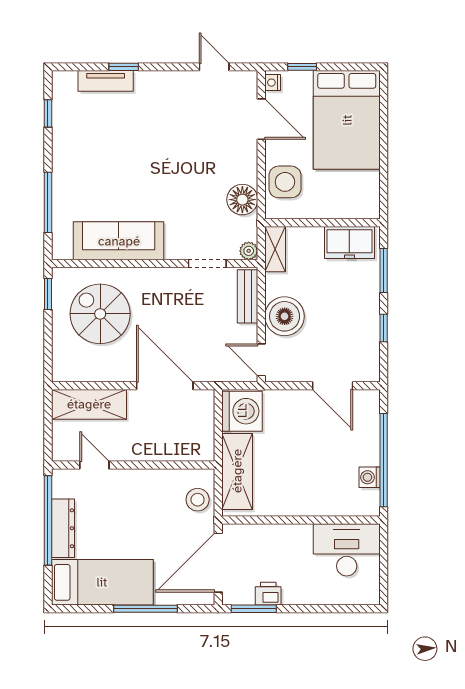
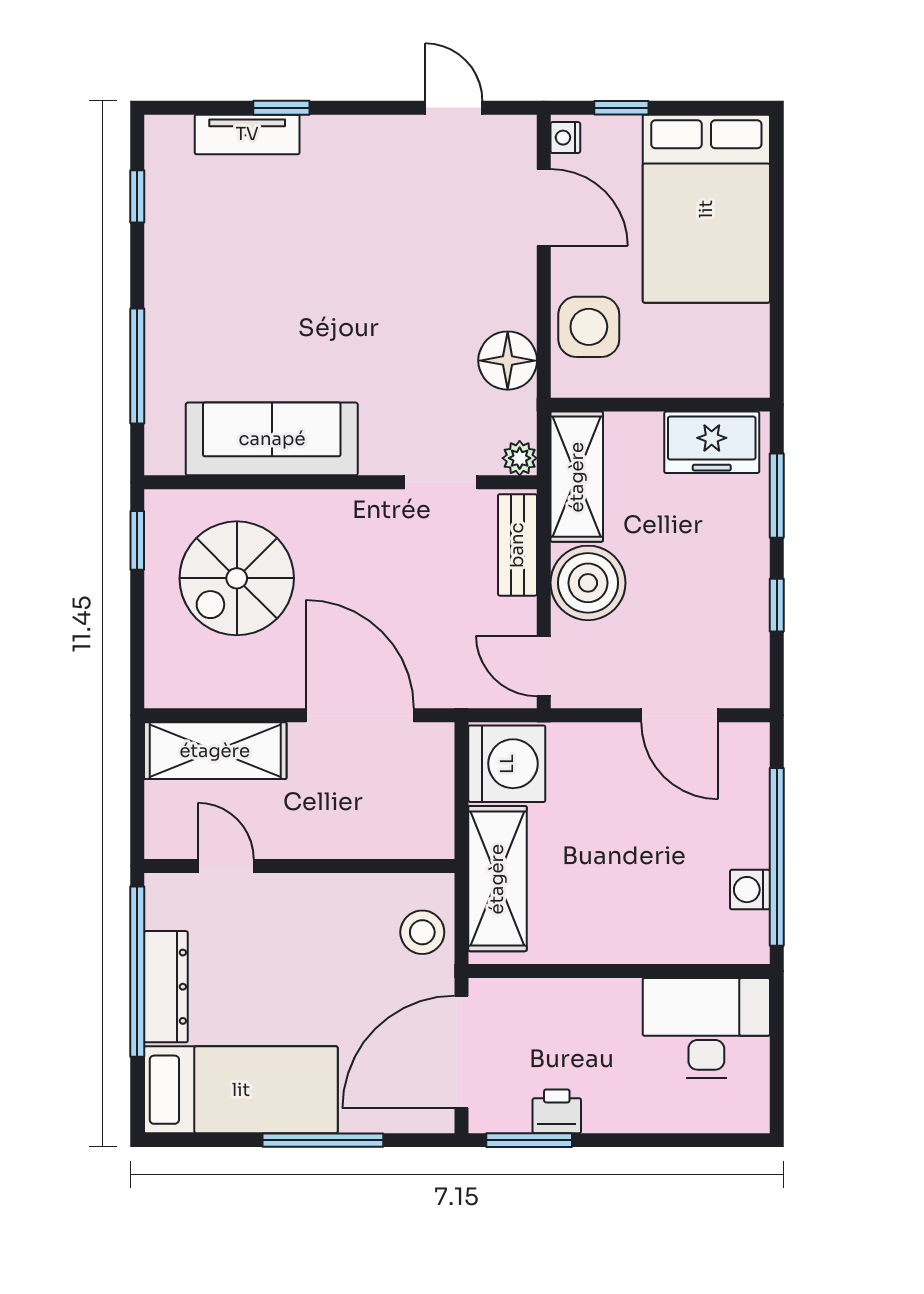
shelving: (275, 249) -> (577, 477), width x1.50, depth x1.33
spiral stairs: (100, 314) -> (237, 578), turned -90

